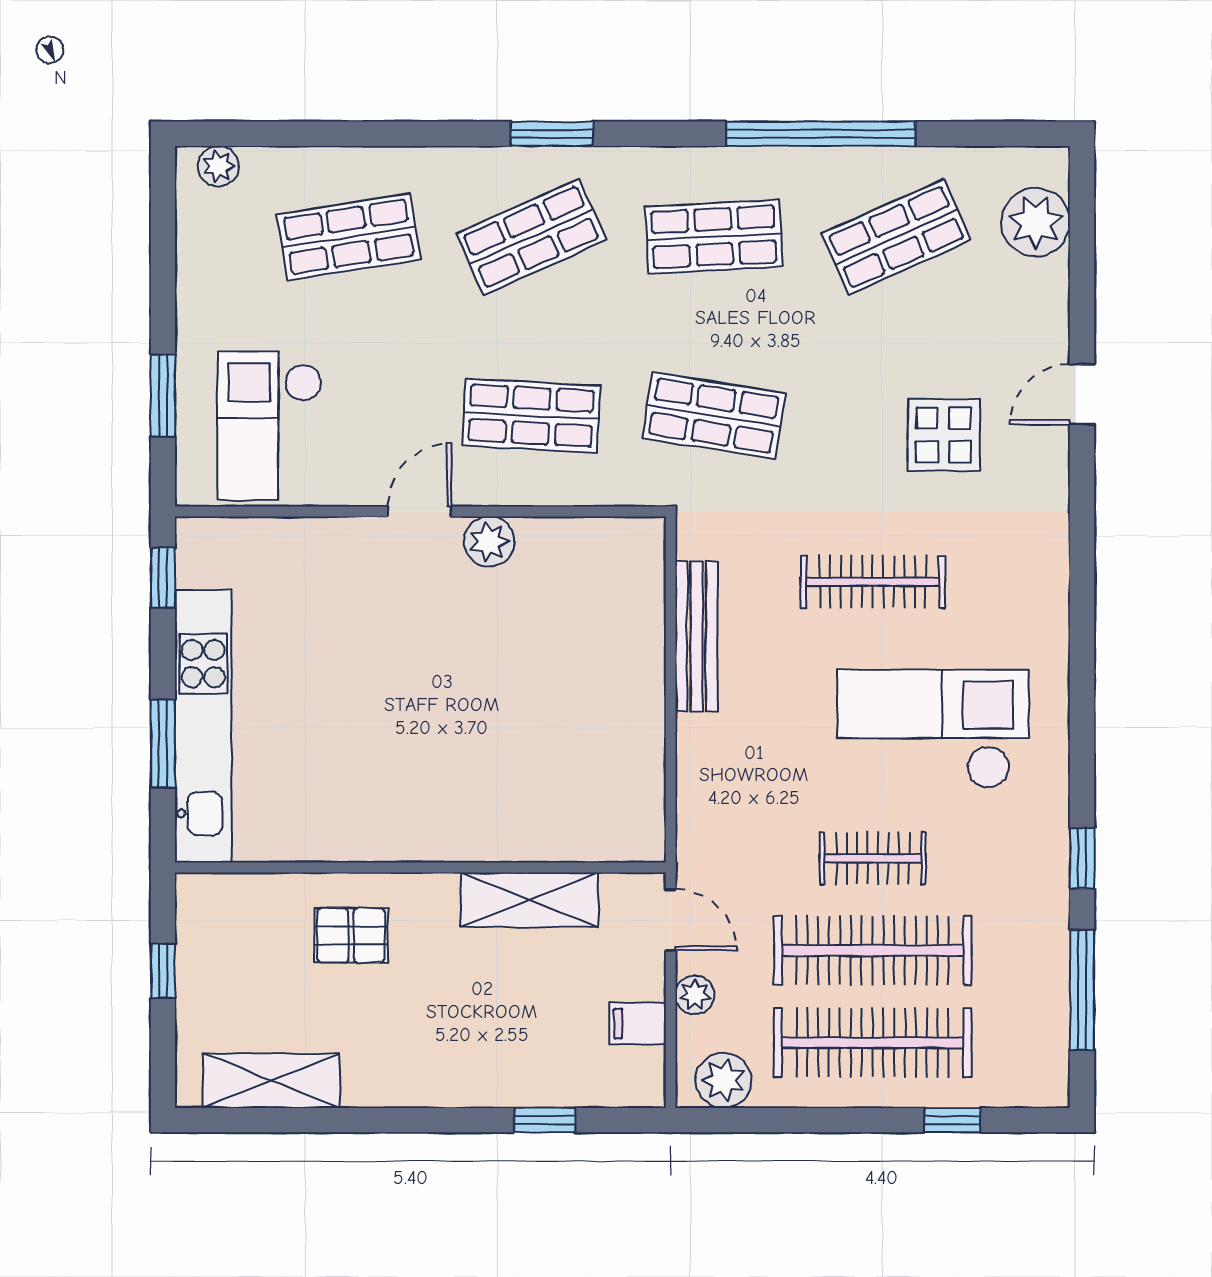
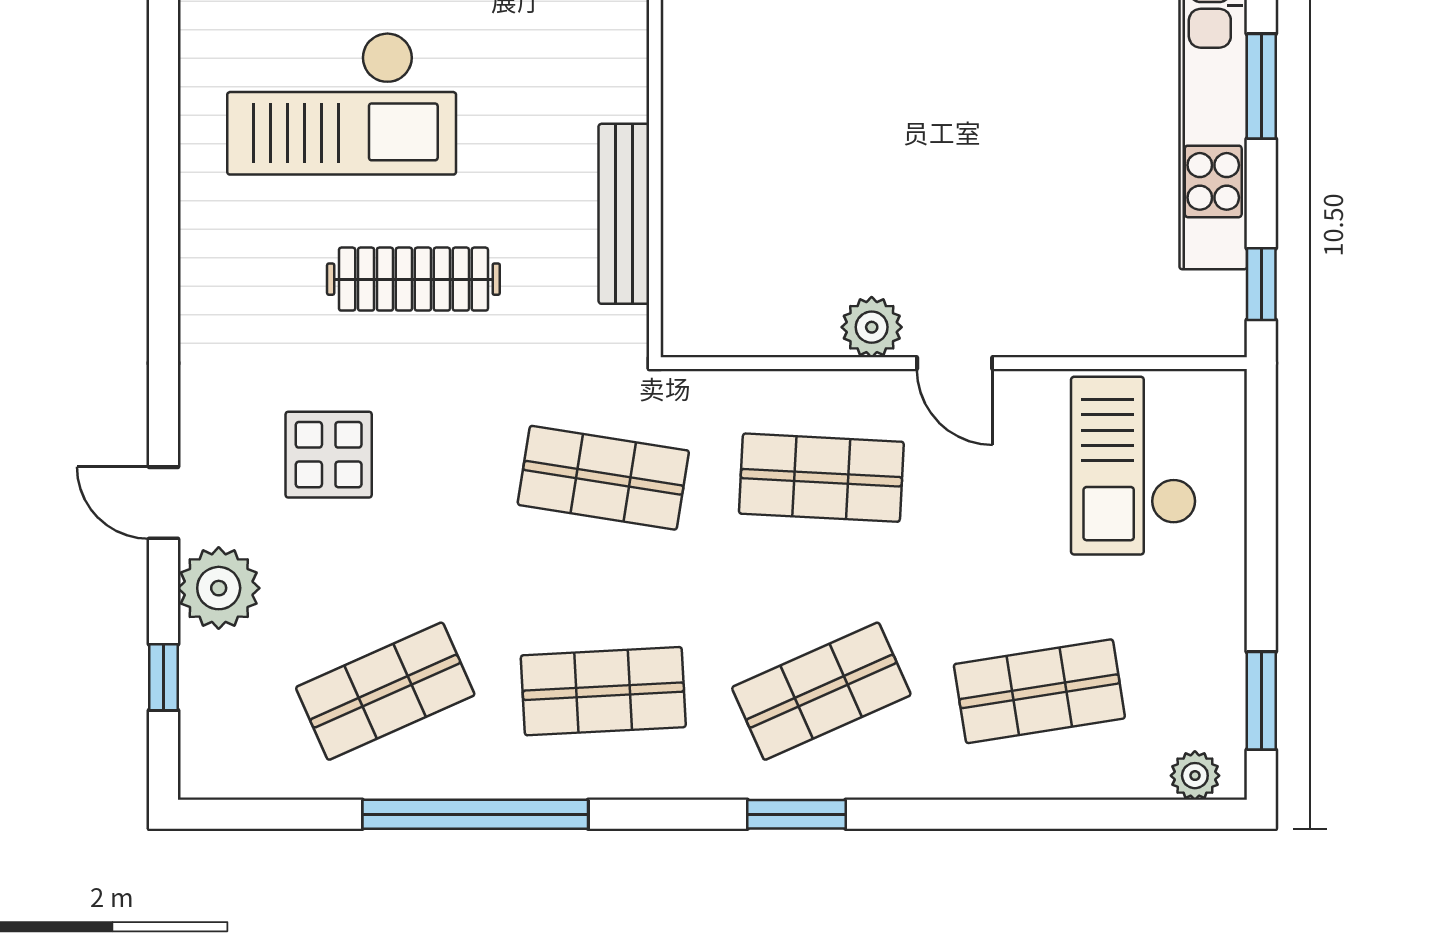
plant: (1036, 222) -> (219, 588), moved
window: (1082, 248) -> (163, 677), added
door: (1082, 394) -> (163, 503), swing flipped
window: (163, 396) -> (1261, 701), moved
checkout: (270, 426) -> (1134, 466), turned 180
door: (420, 511) -> (955, 363), hinge flipped

